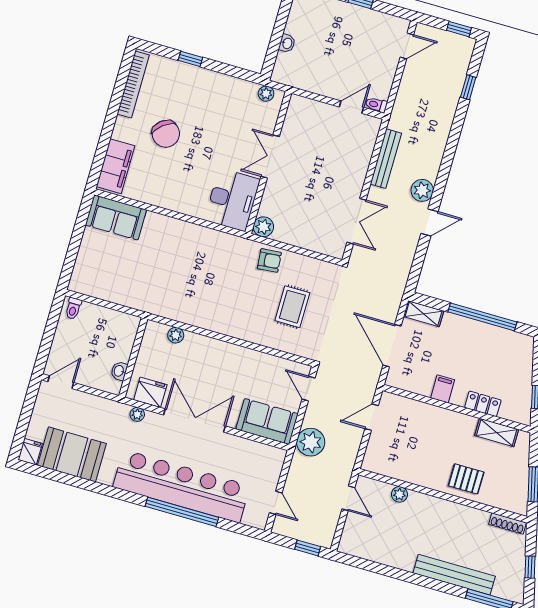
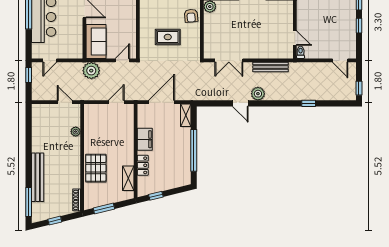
window: (468, 87) -> (309, 103), moved
filing cabinet: (443, 389) -> (145, 139), width x2.00
door: (372, 417) -> (116, 102), hinge flipped
pallet: (466, 479) -> (96, 168), width x1.50, depth x1.42
door: (348, 498) -> (65, 102), swing flipped
window: (308, 548) -> (29, 75), moved

